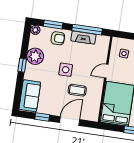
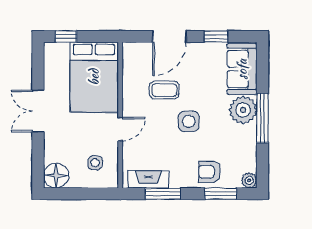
window: (87, 30) -> (163, 194), width x0.69
fireplace: (83, 38) -> (148, 179), moved
plant: (35, 56) -> (243, 110), moved
window: (22, 65) -> (263, 118), width x2.17

